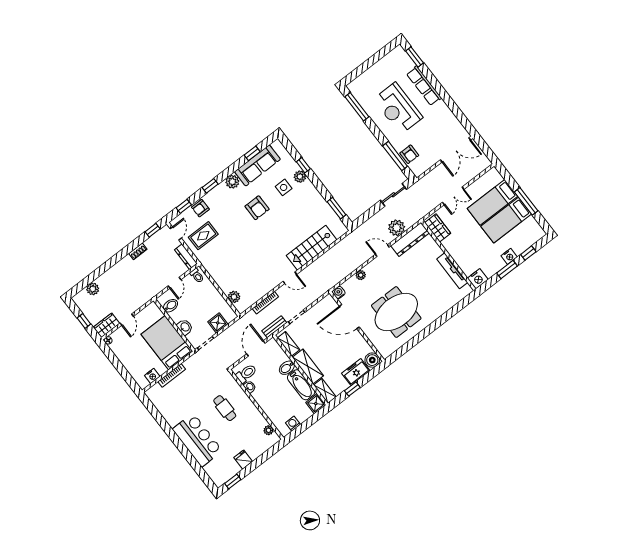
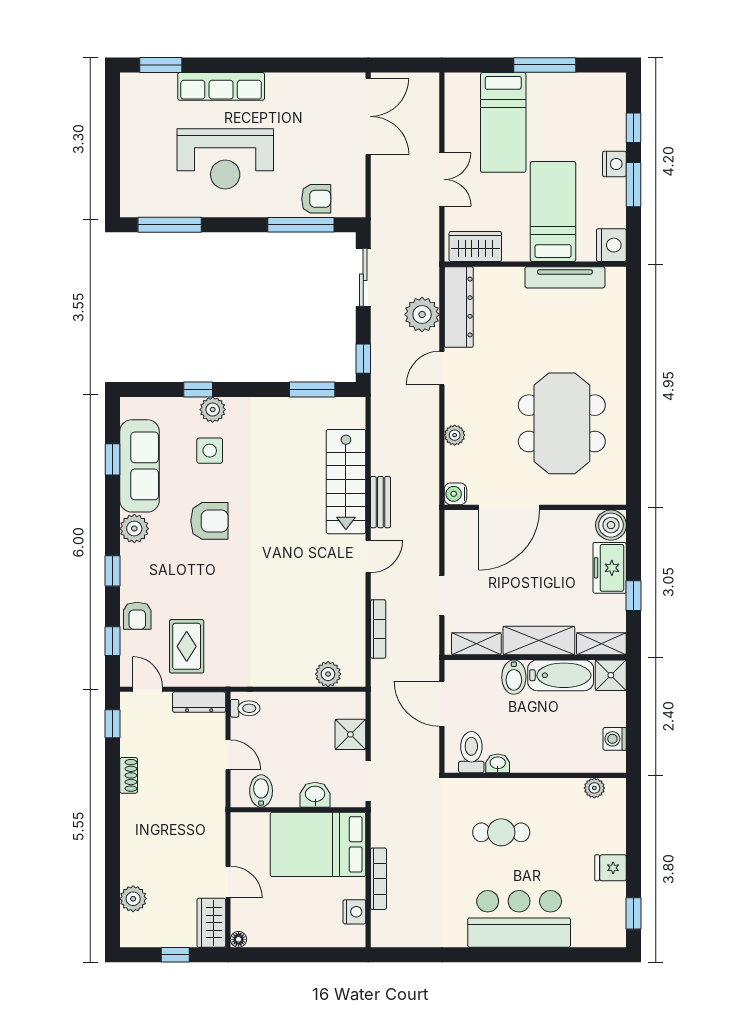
window: (363, 218) -> (363, 359), added
bed: (506, 220) -> (553, 212), moved, turned 180
bench: (274, 327) -> (380, 502), moved

